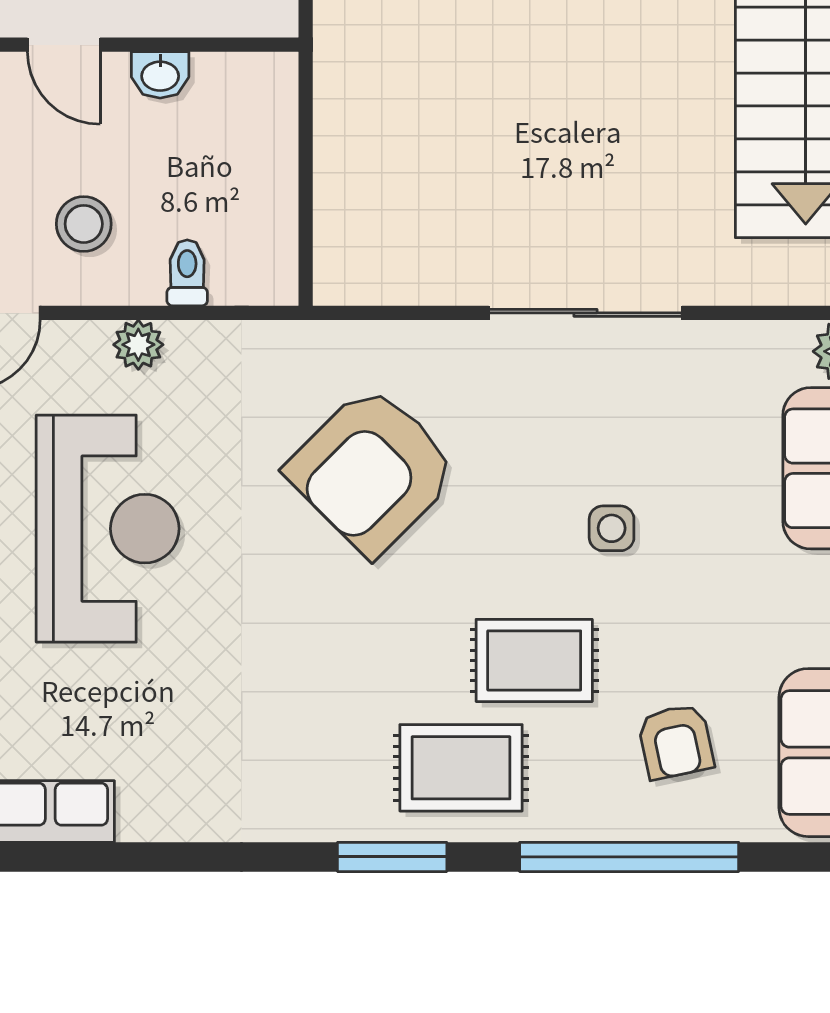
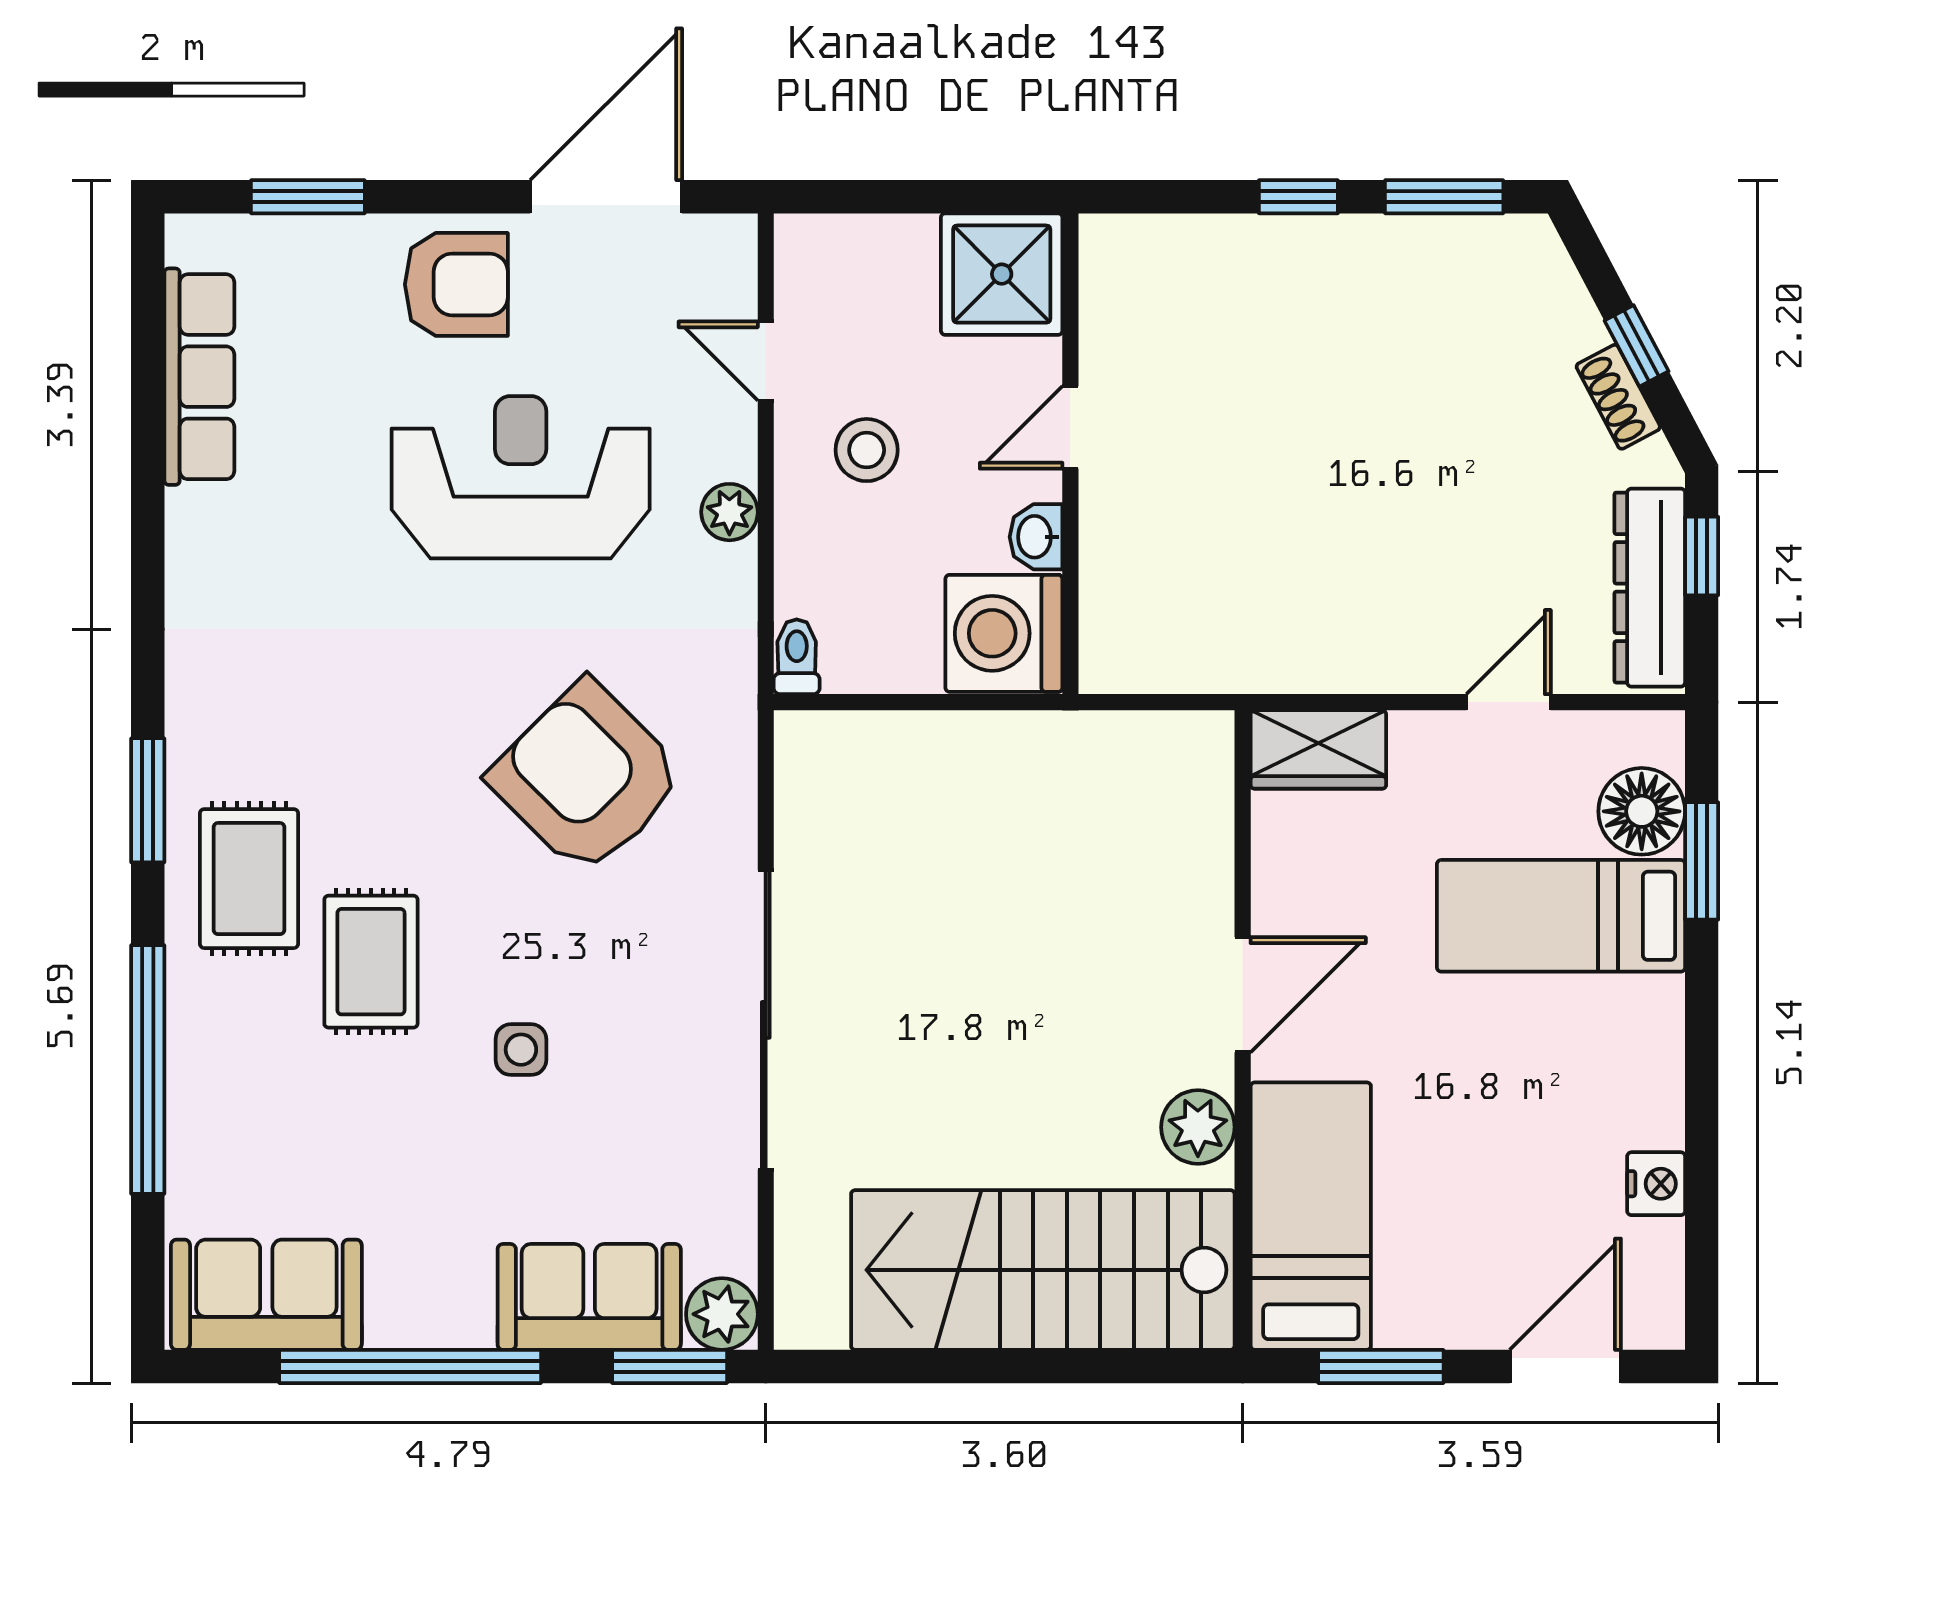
washing machine: (245, 103) -> (1004, 633), added
toilet: (187, 273) -> (797, 657), moved, turned -90
sliding door: (585, 313) -> (766, 1020), width x1.36
reception desk: (108, 529) -> (521, 477), turned 180
armchair: (676, 742) -> (279, 1122), removed

